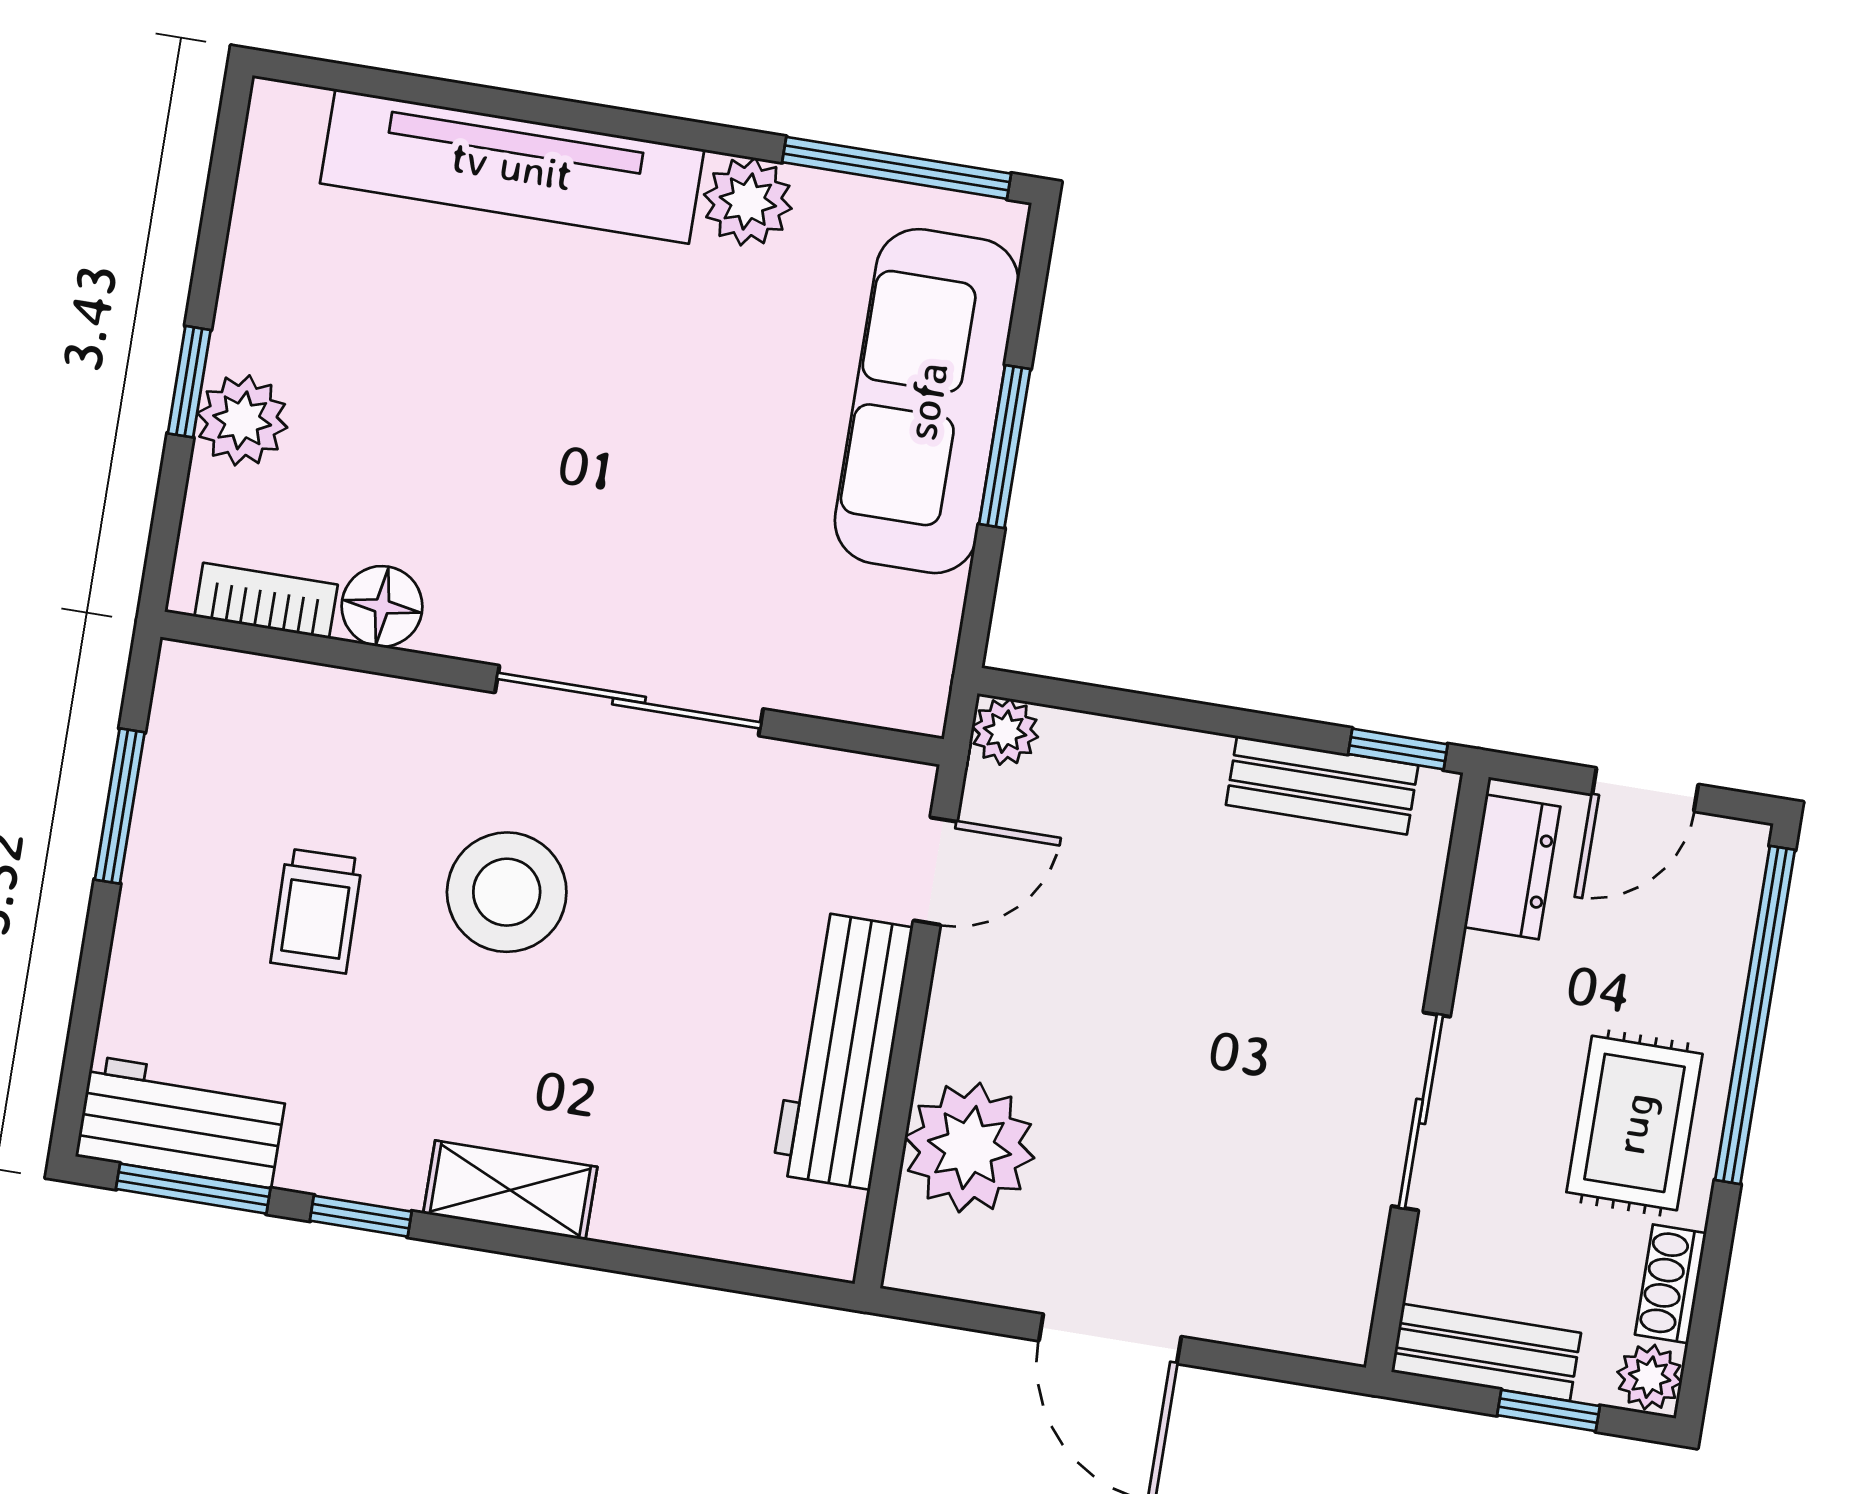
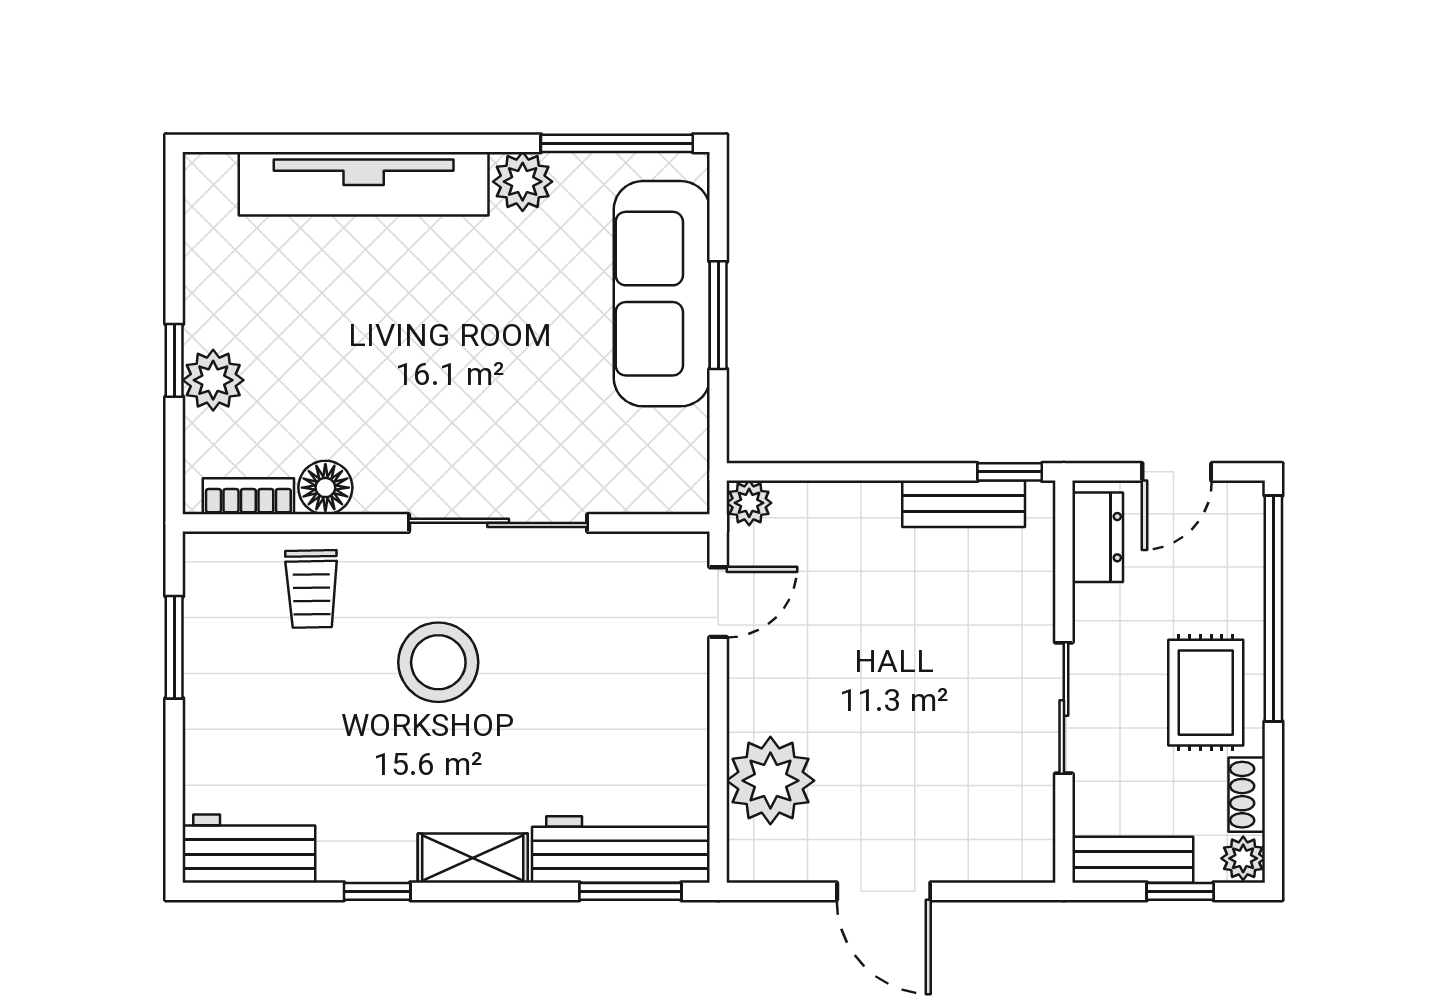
trolley: (316, 911) -> (311, 589), moved
workbench: (842, 1050) -> (621, 849), moved, turned 90
window: (193, 1189) -> (630, 891), moved

